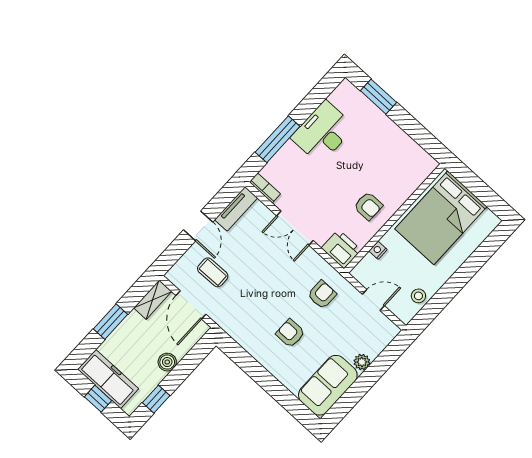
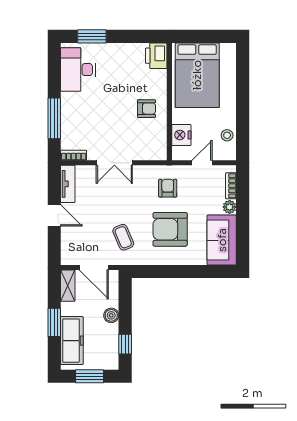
desk: (323, 132) -> (78, 70), moved
printer: (341, 249) -> (156, 56), moved, turned -90
nightstand: (378, 250) -> (181, 135), width x1.89, depth x1.79
coffee table: (213, 272) -> (123, 237), moved, turned 68
armchair: (290, 333) -> (170, 229), width x1.88, depth x1.88
bookcase: (381, 344) -> (231, 186), added
freezer: (108, 379) -> (72, 341), moved, turned 90
window: (98, 399) -> (90, 376), width x1.50

